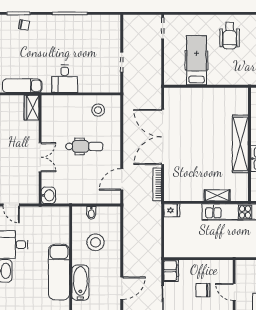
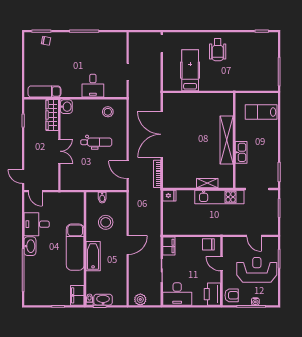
desk: (65, 79) -> (93, 86), moved
wardrobe: (32, 108) -> (52, 115), width x1.50
door: (122, 179) -> (128, 170), hinge flipped
washbasin: (48, 195) -> (66, 107), moved
door: (122, 288) -> (128, 245), moved
chair: (203, 290) -> (208, 244), moved

